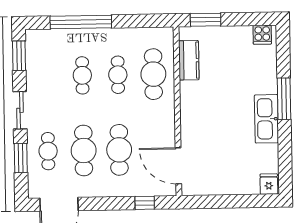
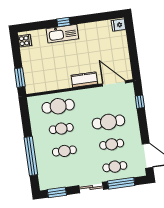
kitchen counter: (189, 60) -> (84, 80), moved
window: (284, 99) -> (63, 22), width x0.46
kitchen sink: (266, 119) -> (62, 34), moved
cafe table: (84, 151) -> (112, 144), width x0.73, depth x0.74
window: (21, 158) -> (121, 183), width x1.44
door: (178, 166) -> (114, 83), swing flipped

